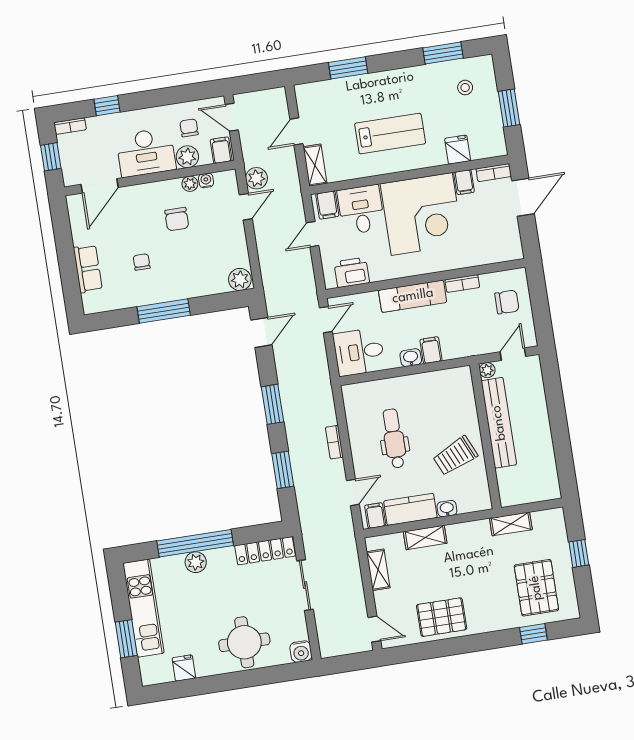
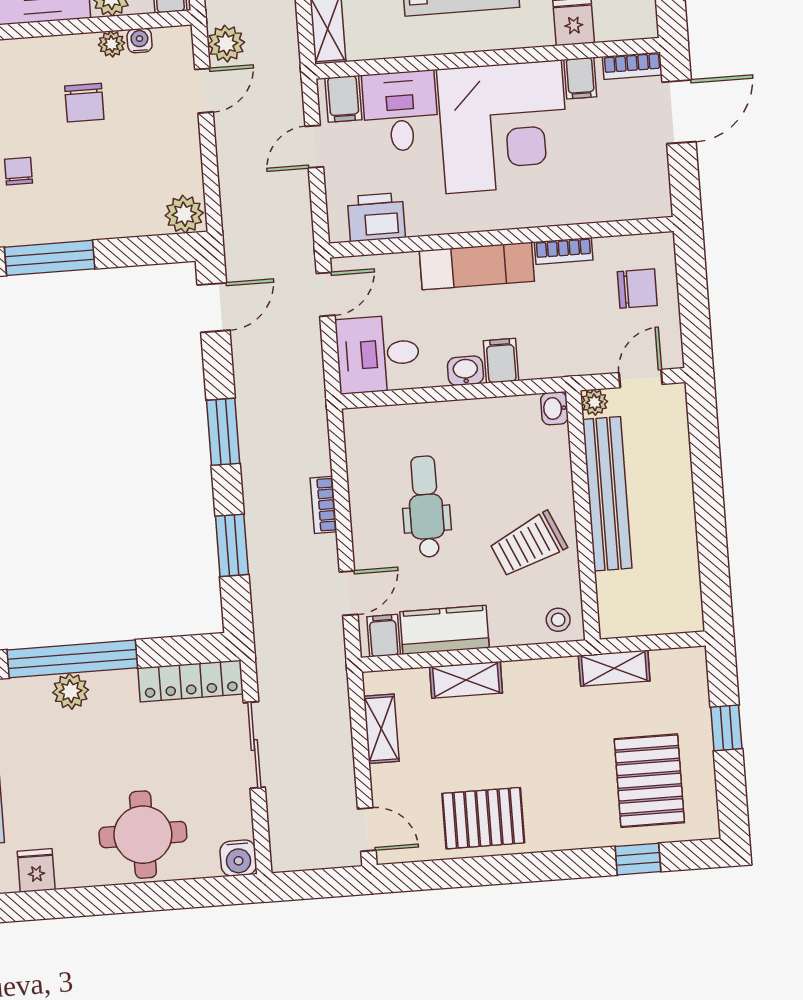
stool: (476, 498) -> (558, 620), added
washbasin: (447, 509) -> (554, 408), moved, turned -90

